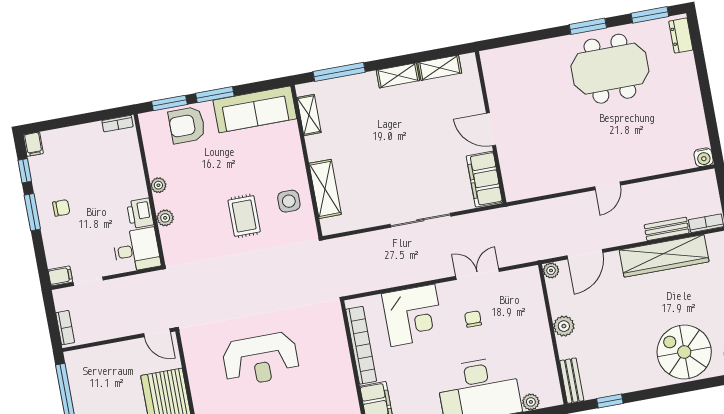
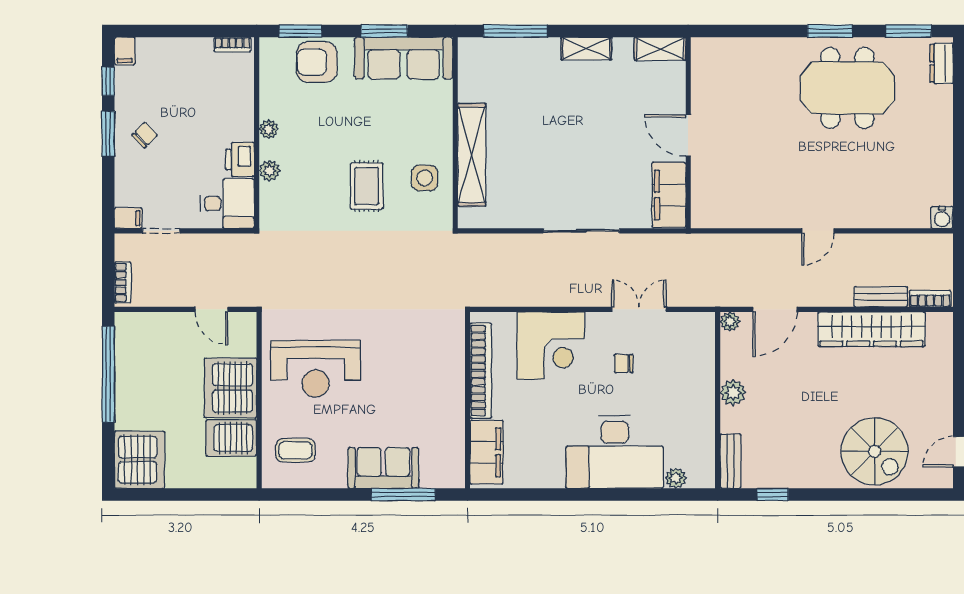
shelving: (440, 68) -> (660, 49), moved
window: (215, 95) -> (384, 31), moved
shelving: (309, 115) -> (469, 77), removed
shelving: (325, 189) -> (472, 155), width x1.47
chair: (61, 208) -> (145, 135), turned -45
chair: (473, 319) -> (624, 364), turned -90
door: (157, 333) -> (211, 309), moved
spiral stairs: (684, 352) -> (875, 451), turned 180
reception desk: (261, 359) -> (316, 369), moved

